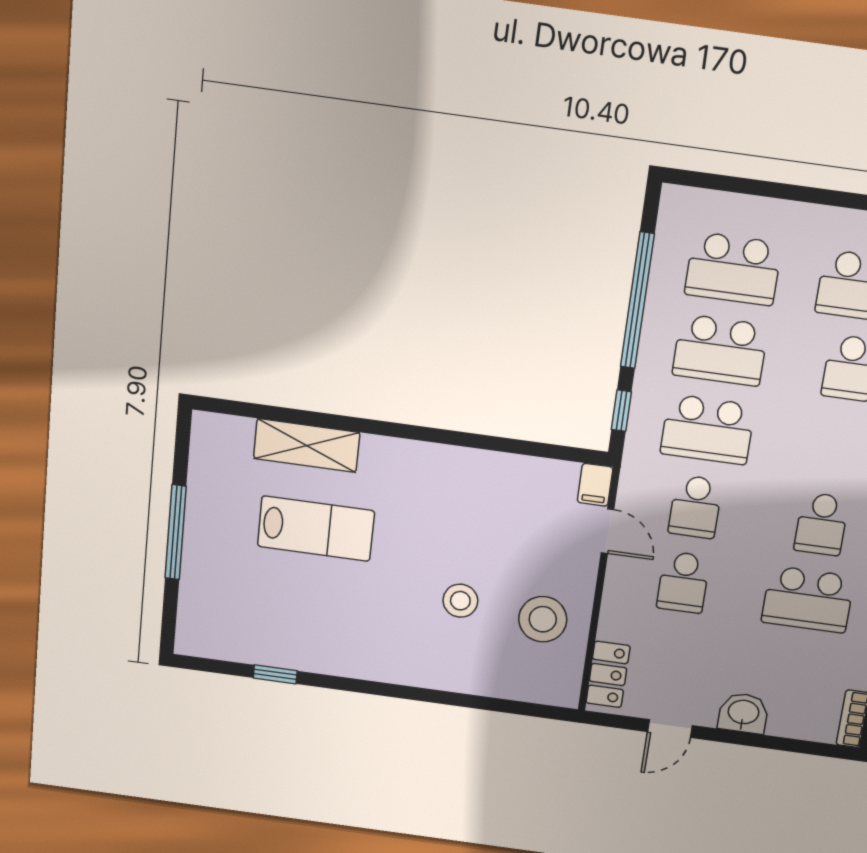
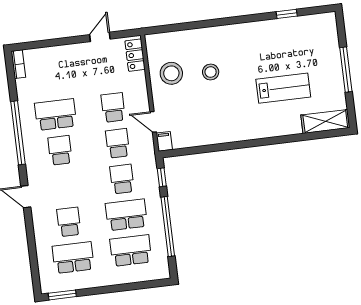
school desk: (708, 429) -> (122, 179), width x0.54
shelving: (307, 445) -> (325, 121), moved
lab bench: (316, 529) -> (283, 88), turned 180
washbasin: (743, 713) -> (69, 53), removed

